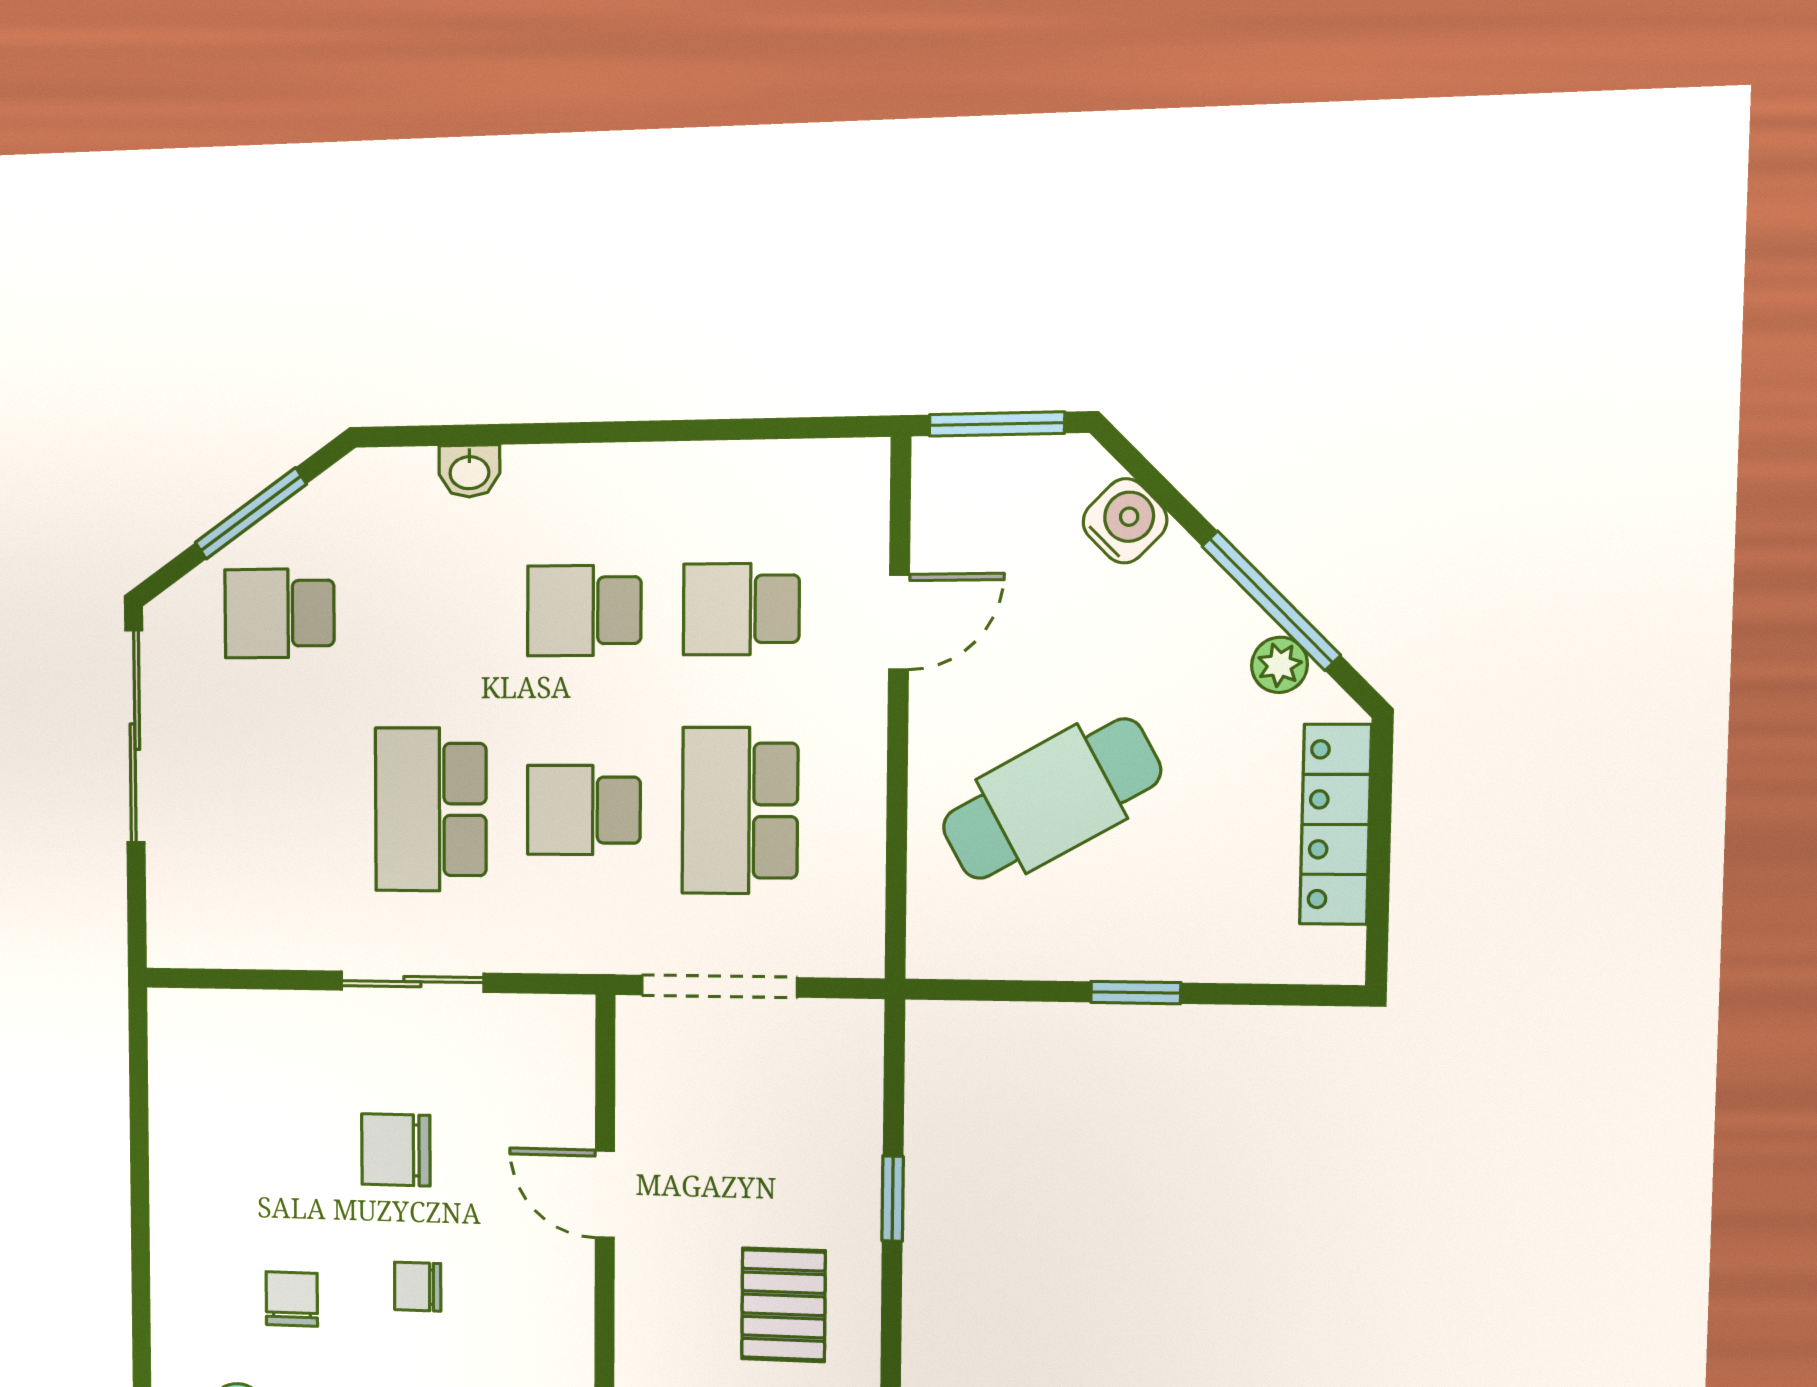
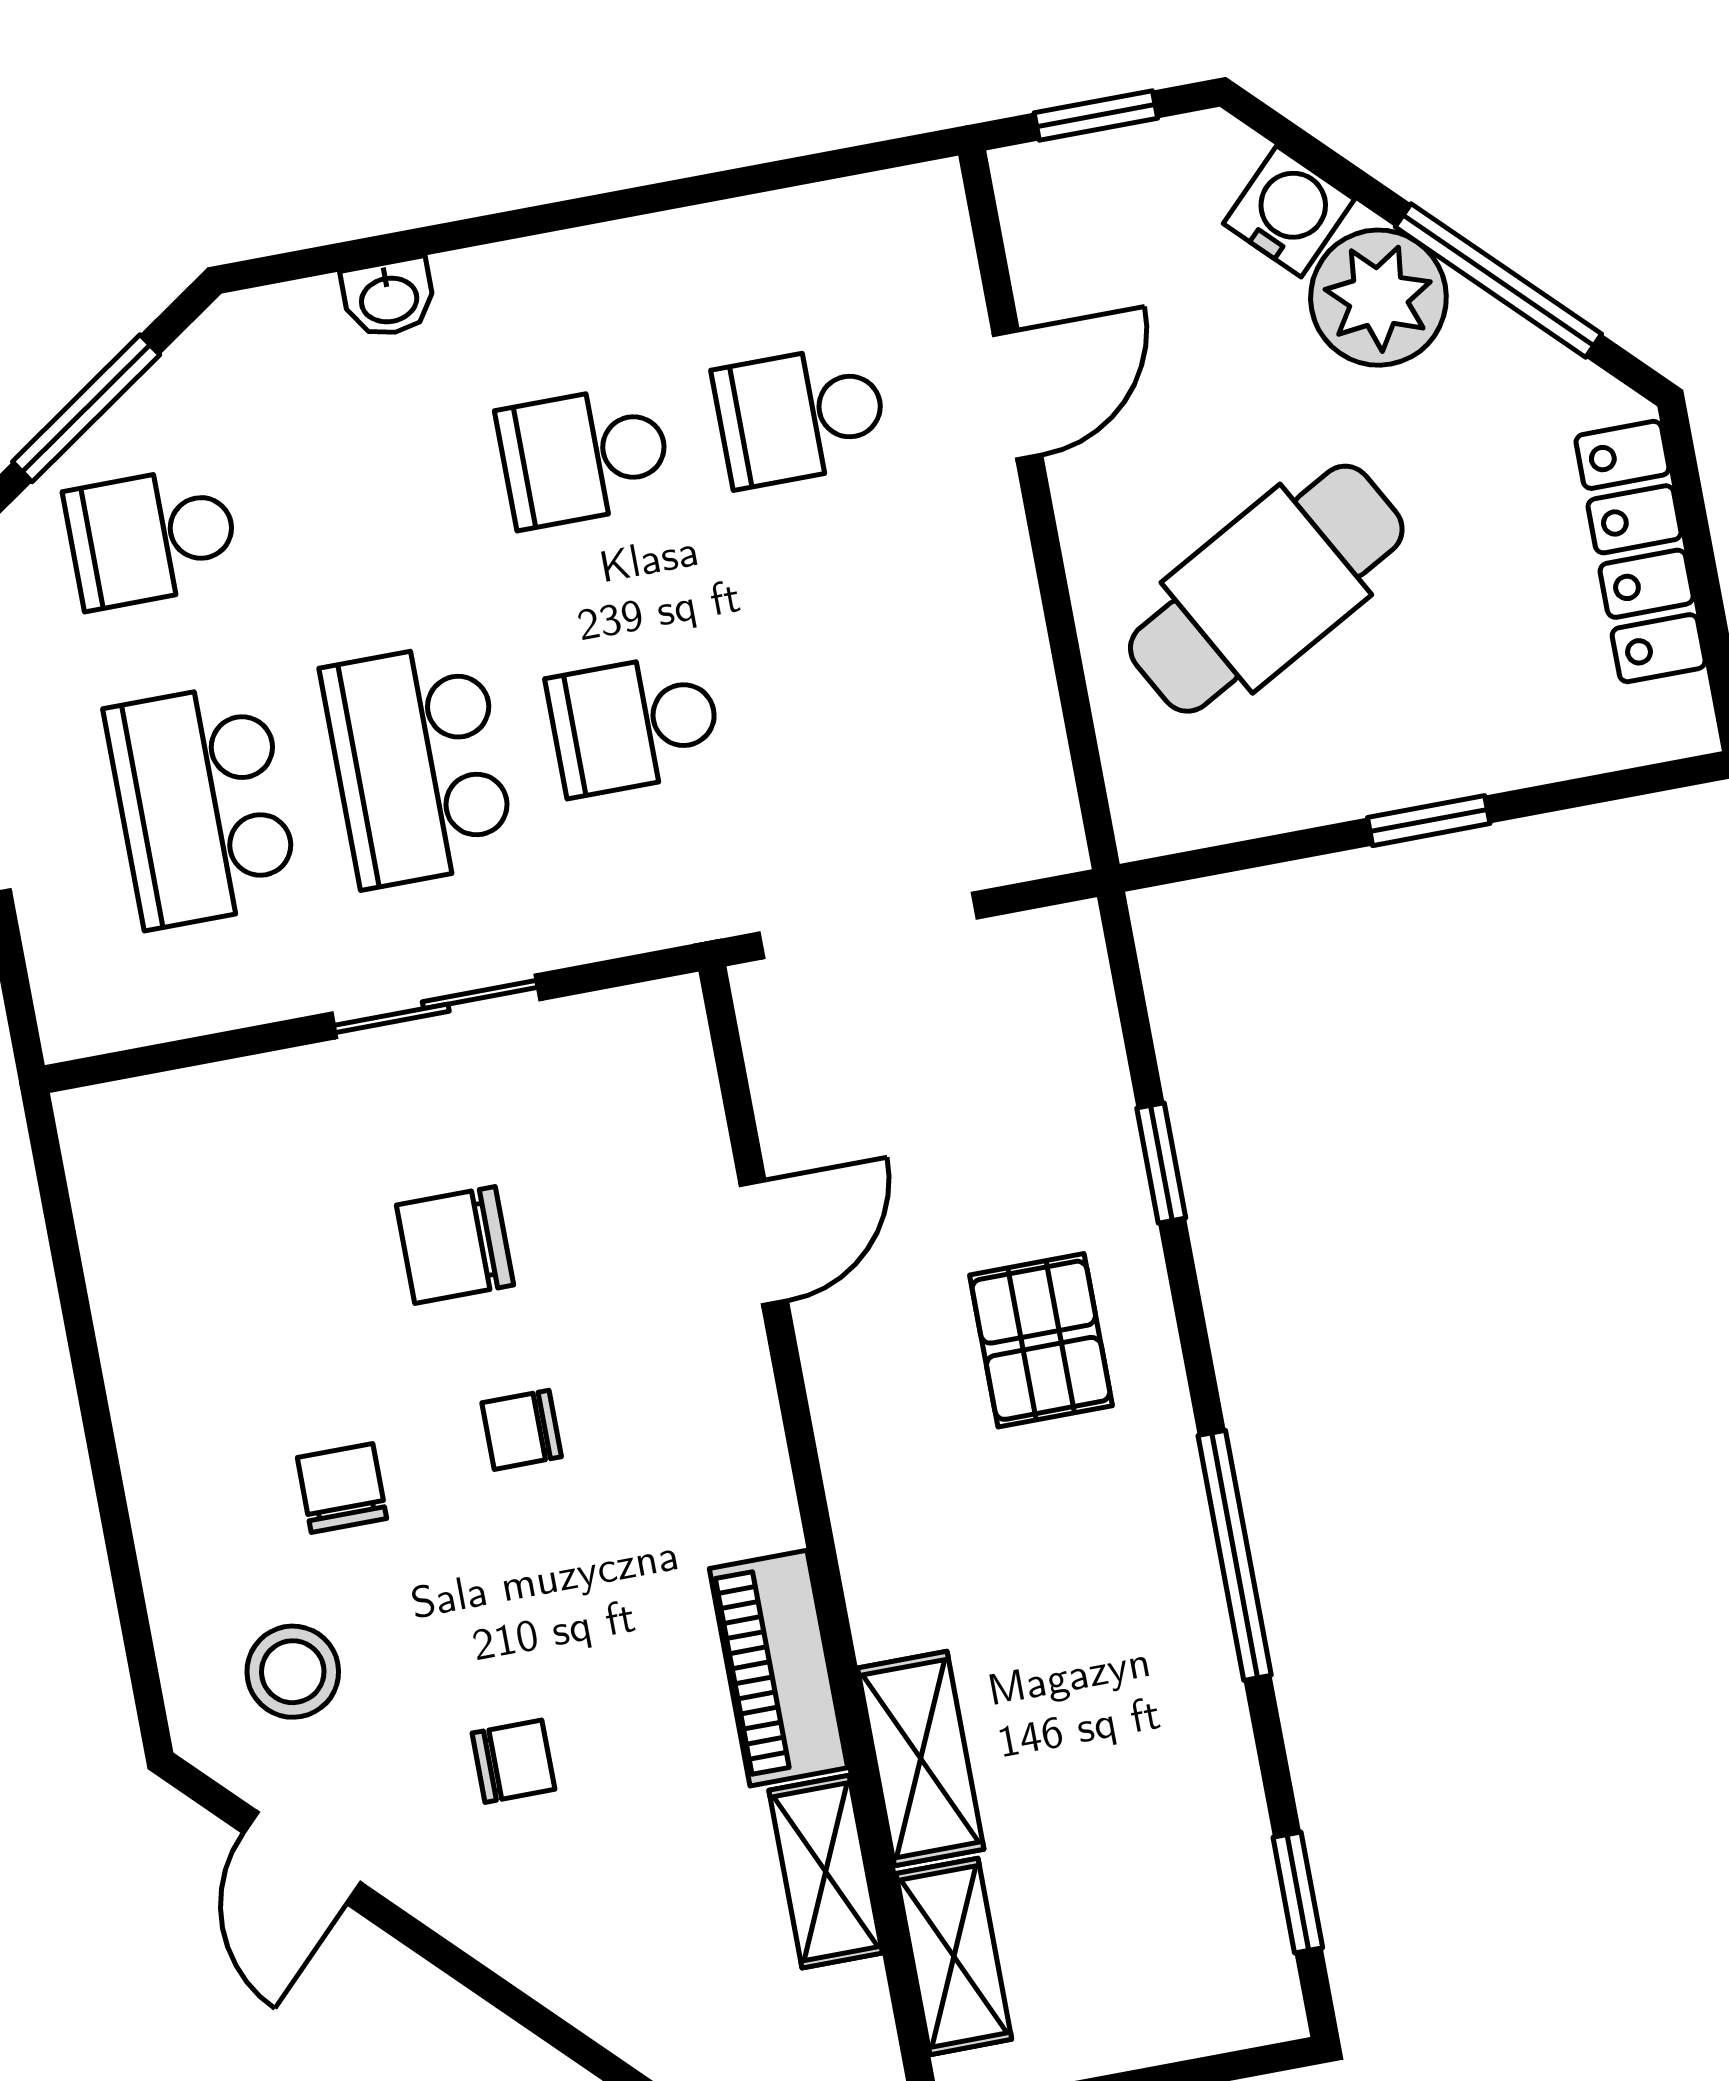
window: (997, 424) -> (1096, 116), width x0.67
plant: (1280, 665) -> (1378, 298), moved, width x1.88, depth x1.88
school desk: (740, 811) -> (202, 805), moved
door: (605, 1194) -> (764, 1243), swing flipped

